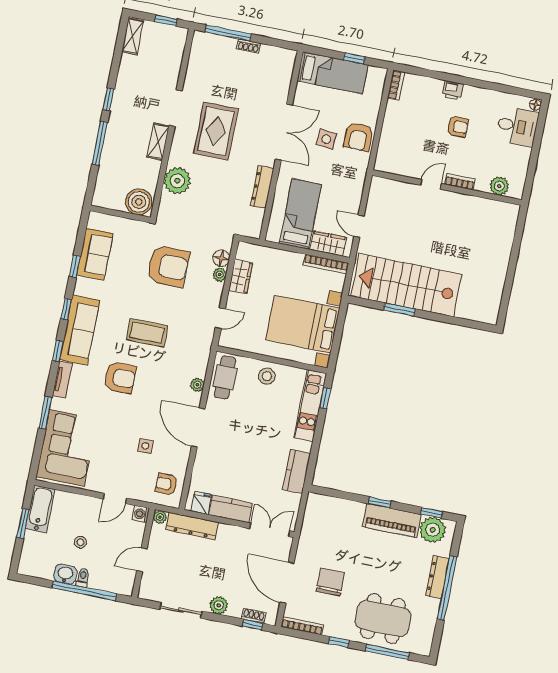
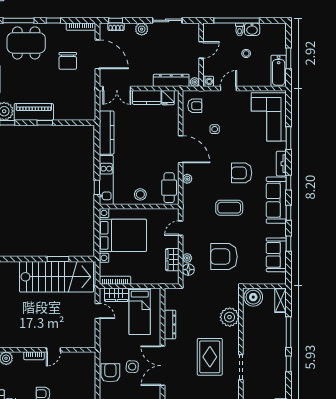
shelving: (158, 142) -> (280, 300), moved
kitchen counter: (296, 471) -> (107, 133), width x1.50

